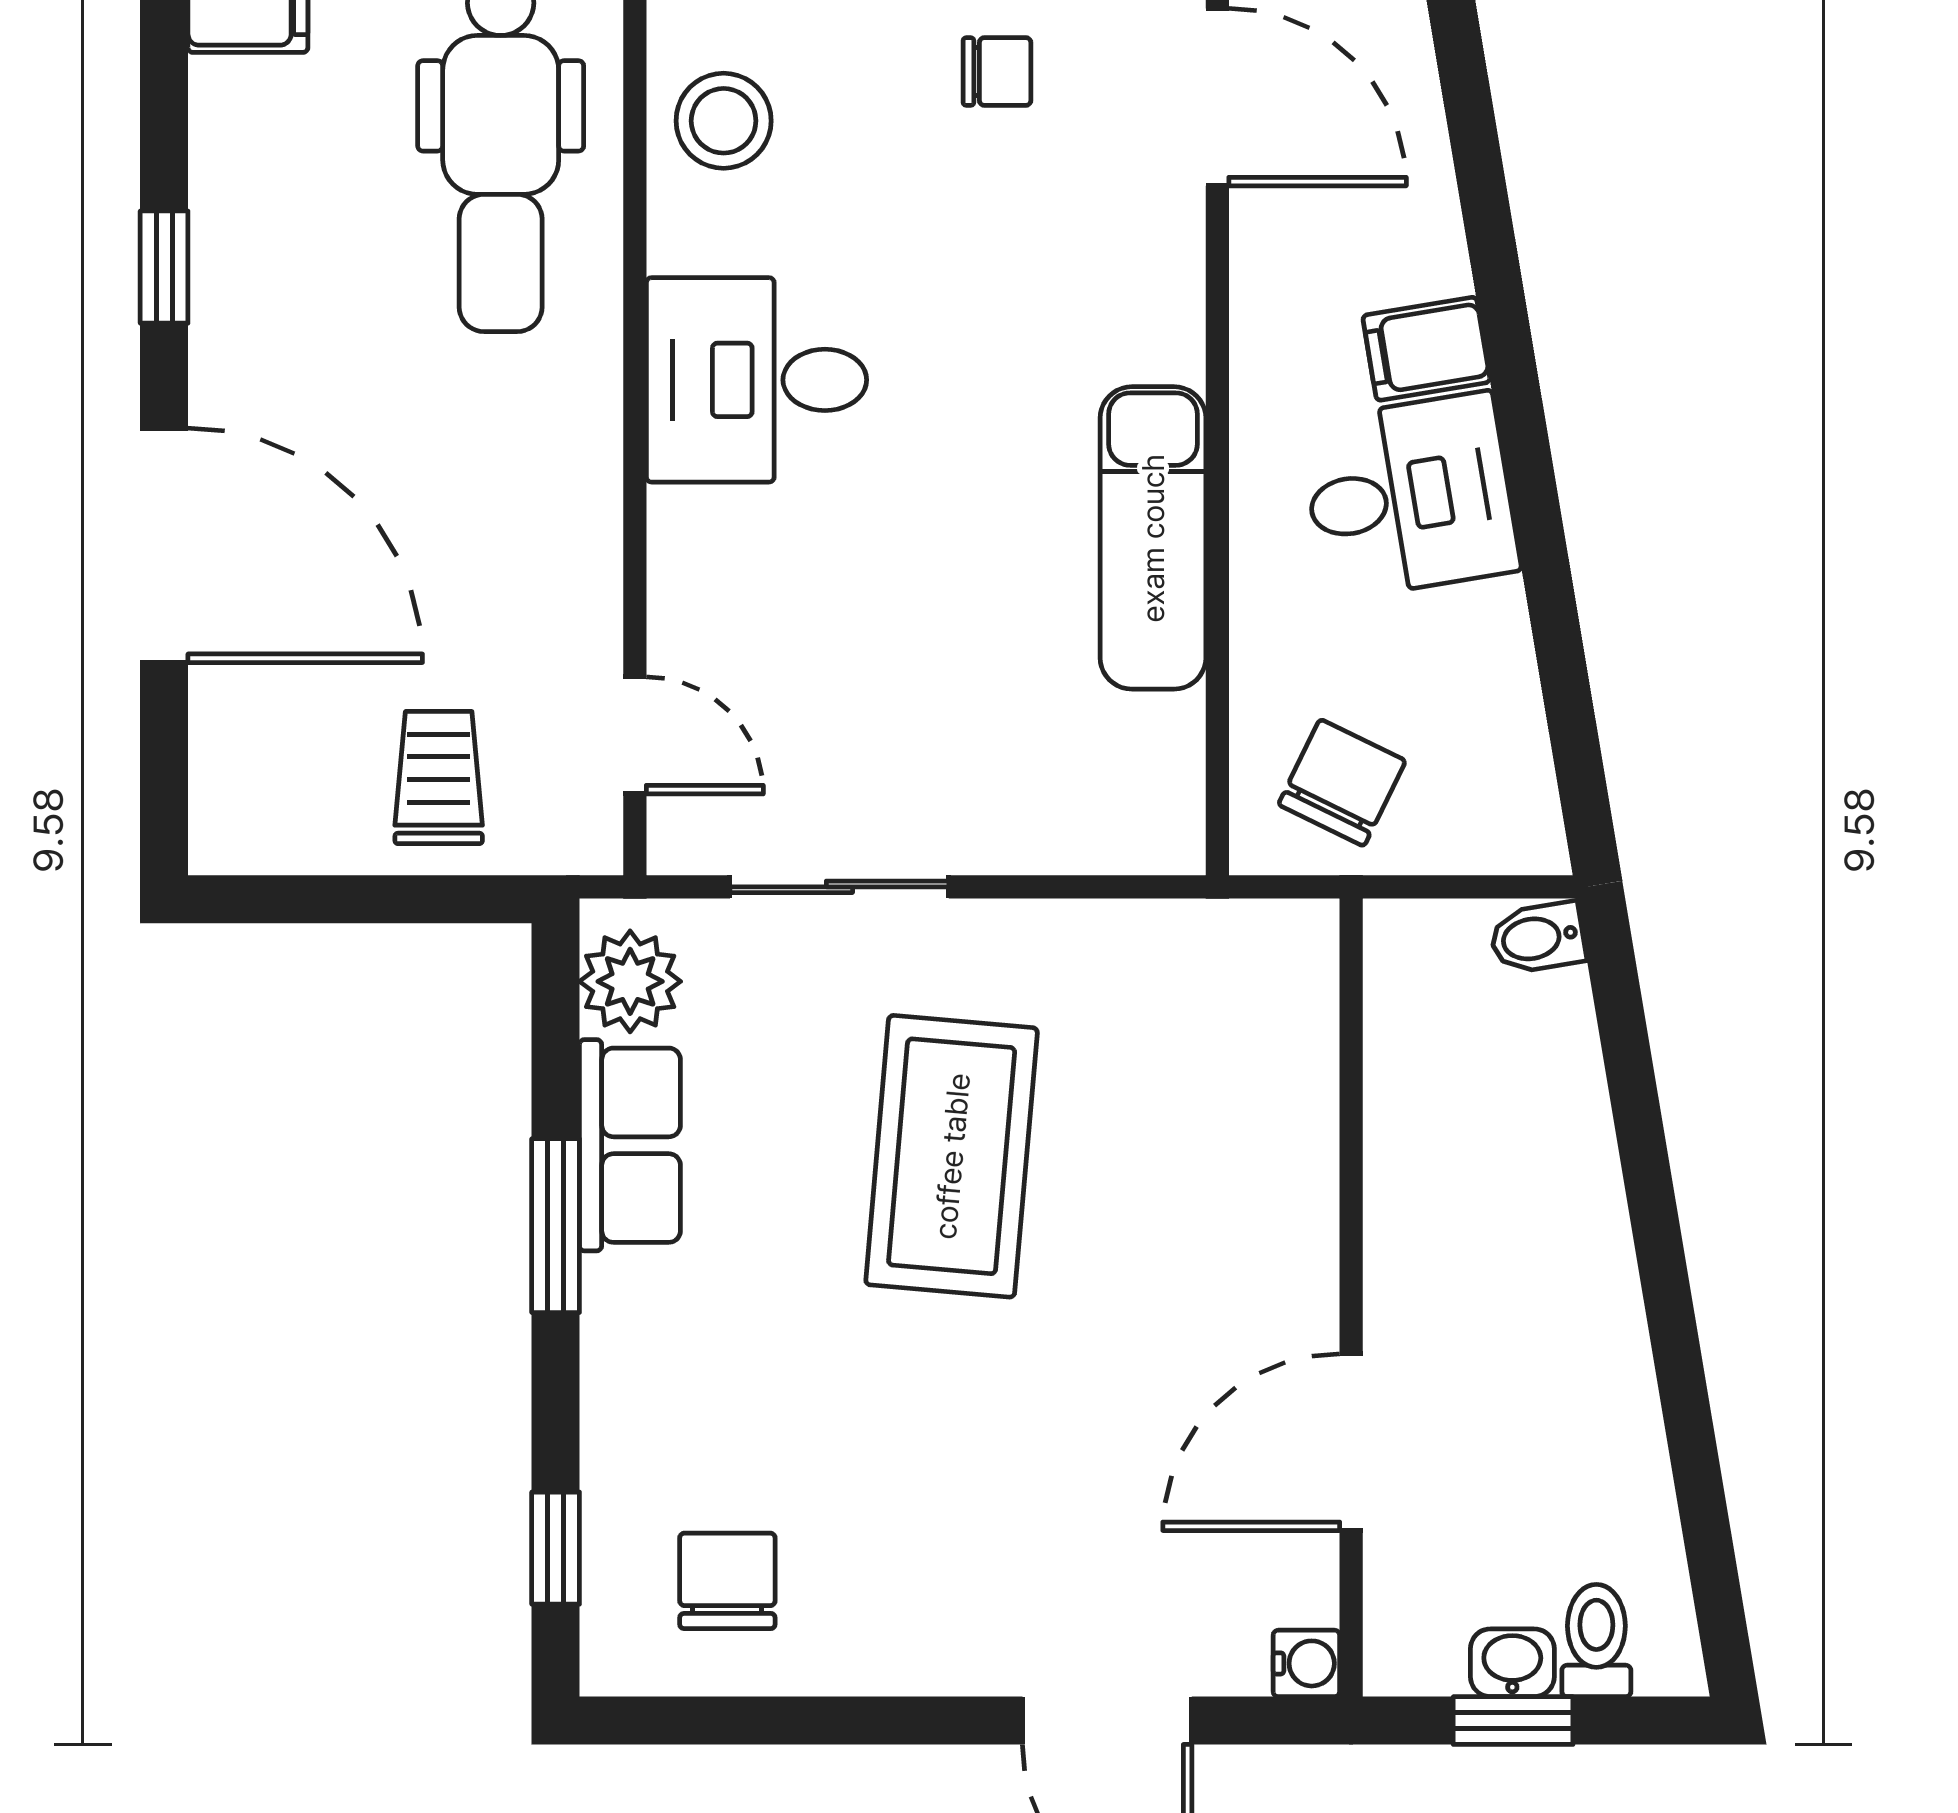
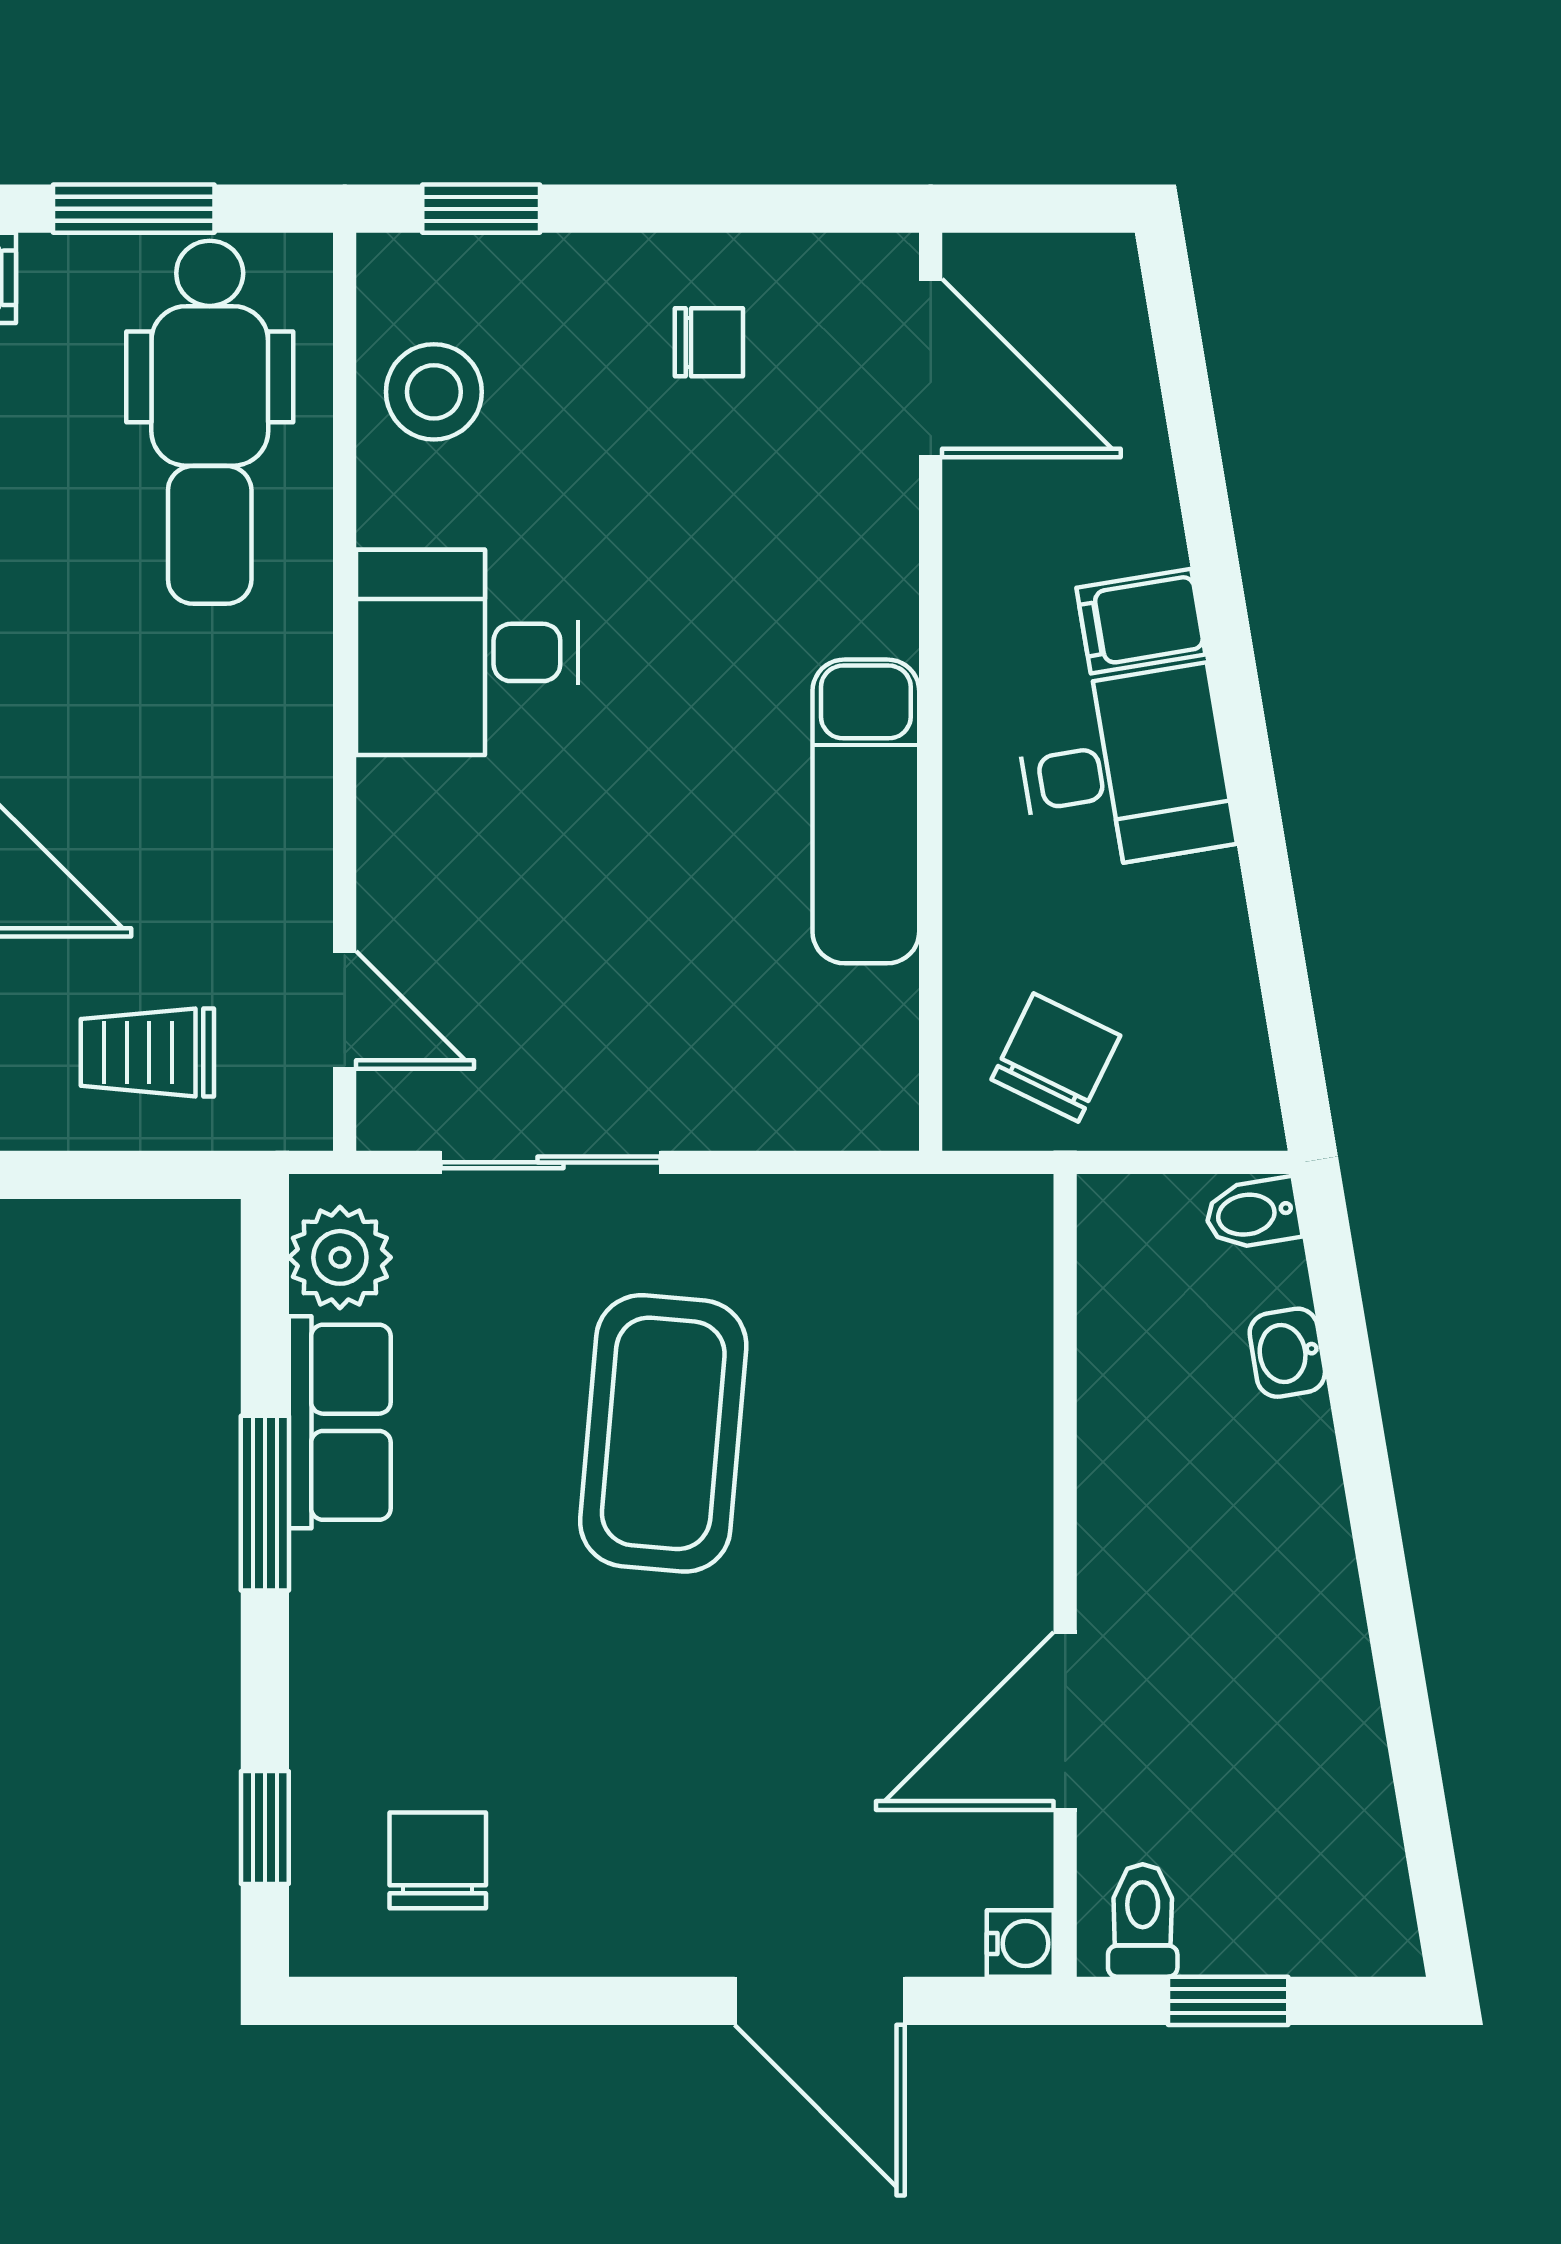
trolley: (439, 778) -> (147, 1052), turned -90
toilet: (1596, 1641) -> (1143, 1920), moved
washbasin: (1512, 1663) -> (1287, 1353), moved, turned -99

